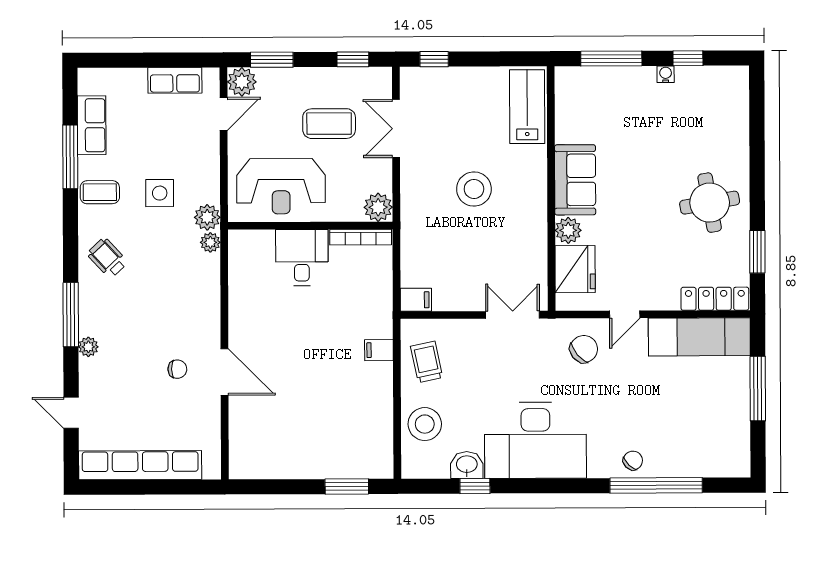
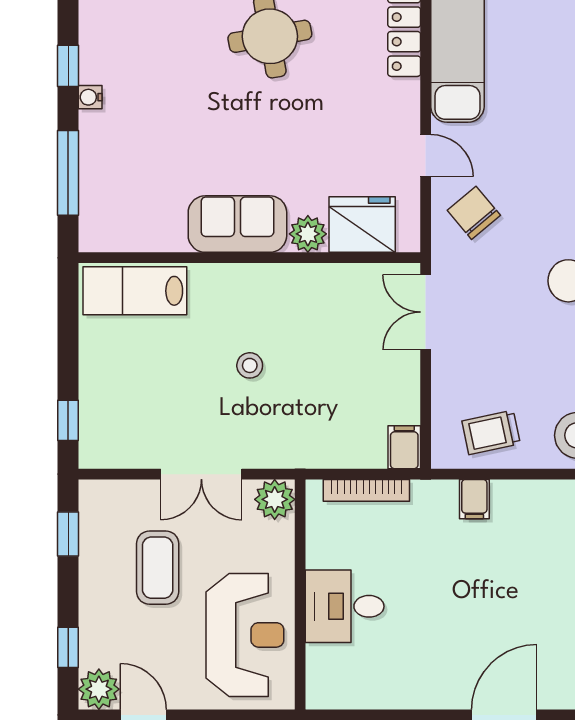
window: (272, 60) -> (68, 647), width x0.67
double door: (396, 129) -> (201, 474), moved
stool: (474, 189) -> (250, 365), width x0.53, depth x0.53
bookcase: (361, 237) -> (366, 490), moved, turned 90

